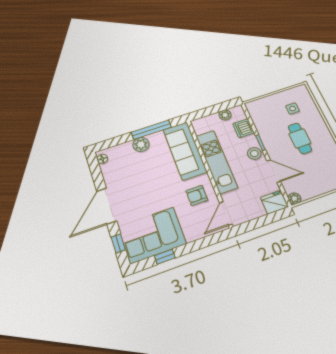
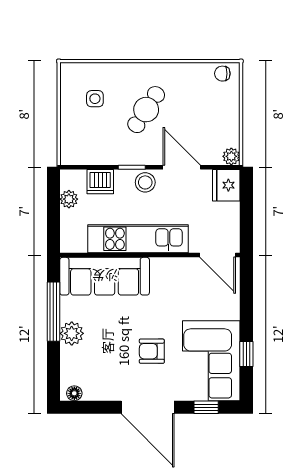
cafe table: (300, 138) -> (146, 110), turned -57
door: (274, 171) -> (182, 167), hinge flipped
armchair: (197, 195) -> (152, 351), moved, turned 90

